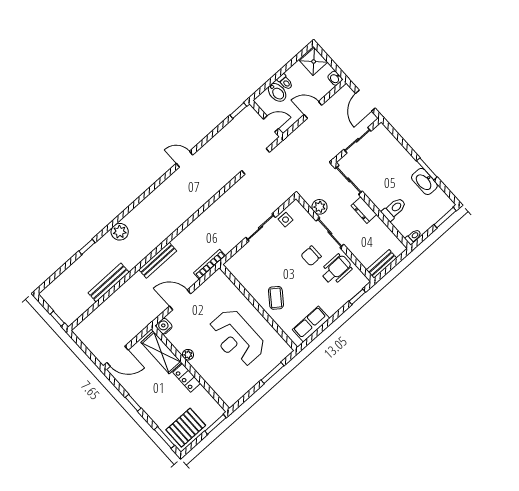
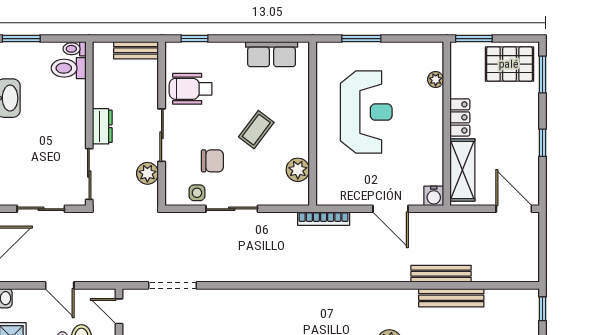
toilet: (394, 209) -> (69, 68), moved
chair: (311, 256) -> (212, 161), moved
bench: (158, 260) -> (441, 274), moved
plant: (245, 277) -> (298, 170), added
coffee table: (276, 298) -> (256, 130), moved
plant: (188, 355) -> (436, 80), moved

